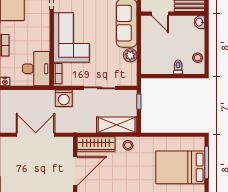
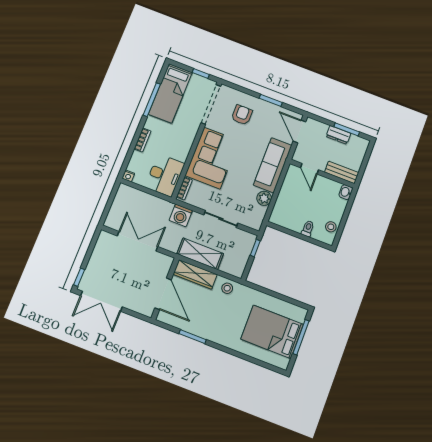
shelving: (117, 125) -> (200, 254), moved
door: (75, 171) -> (163, 294), hinge flipped

